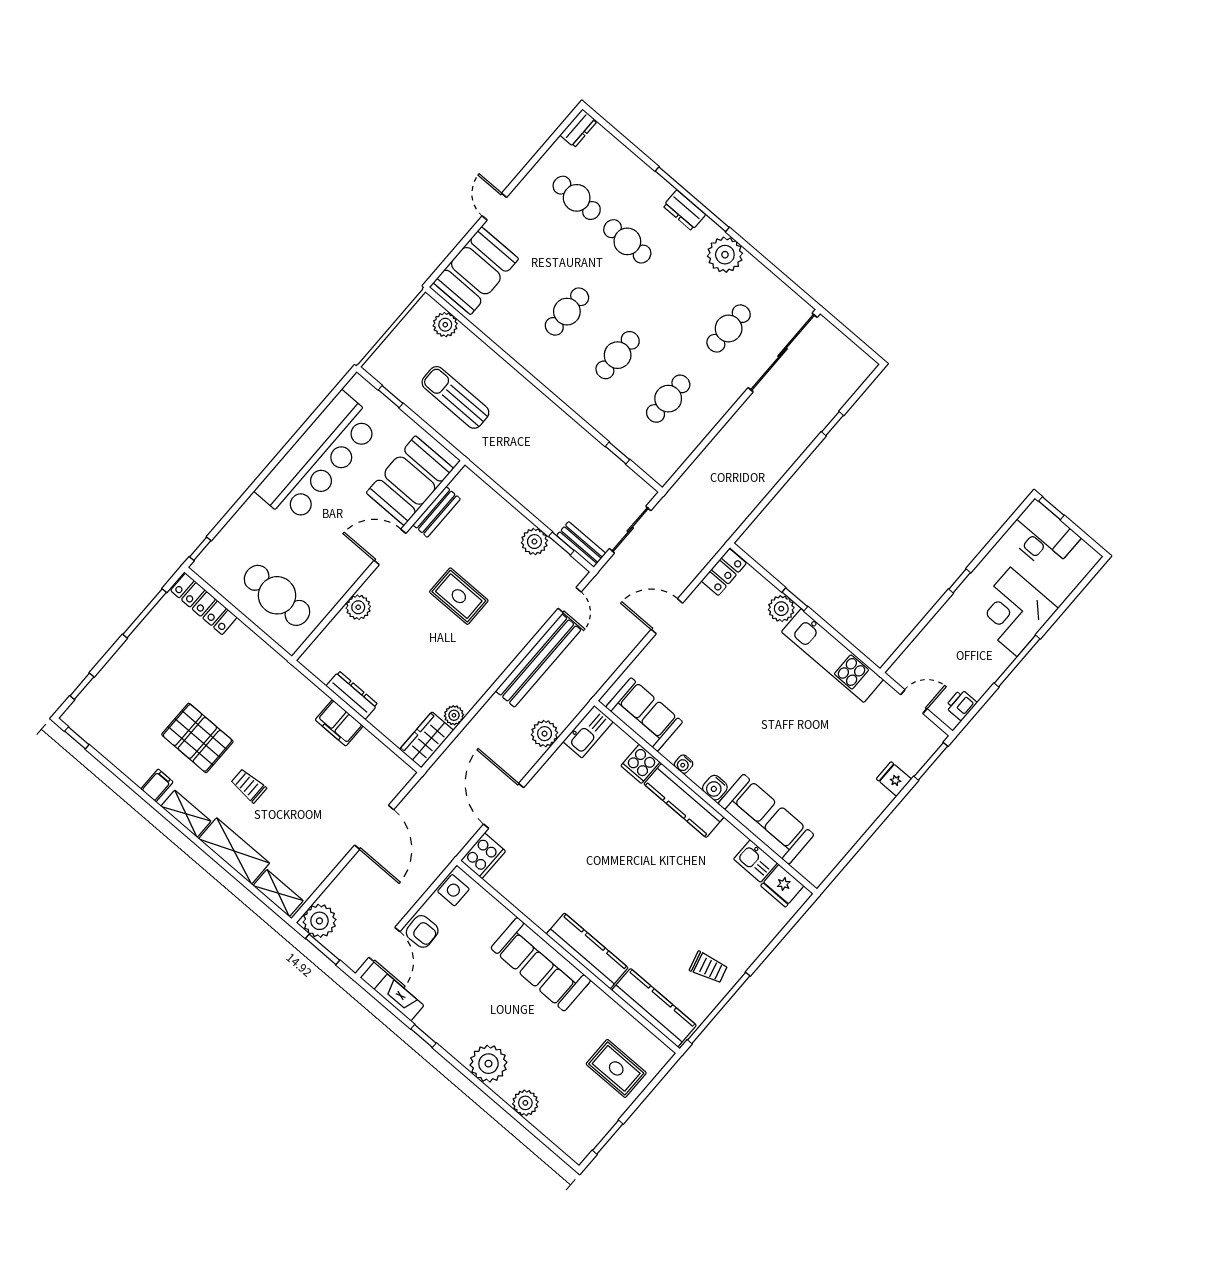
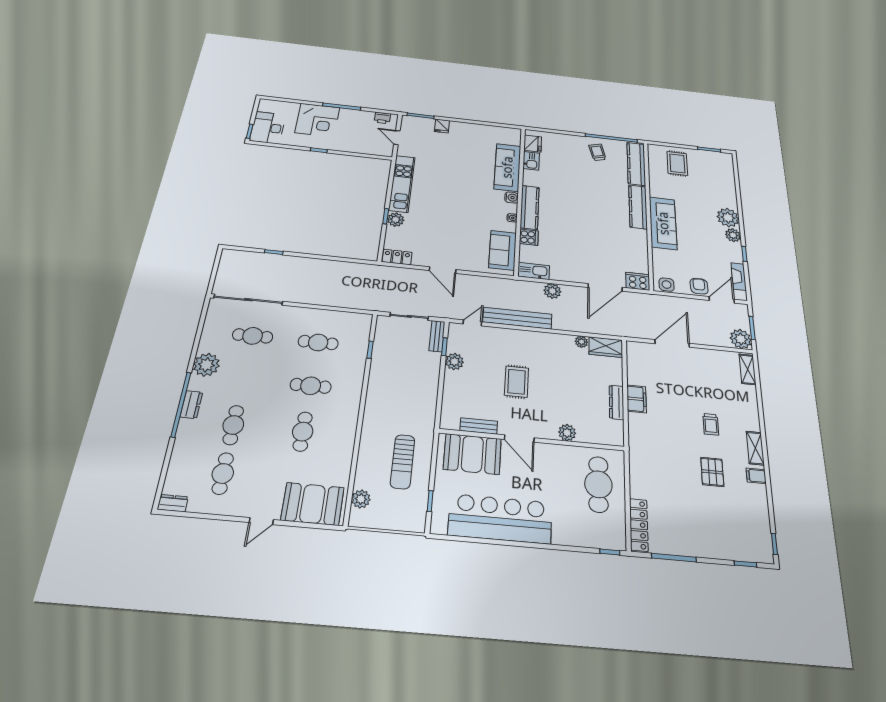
cafe table: (567, 312) -> (303, 432), turned 90
pallet: (197, 738) -> (712, 472), width x0.67, depth x0.71
shelving: (234, 851) -> (749, 408), removed
plant: (525, 1103) -> (733, 235), moved

